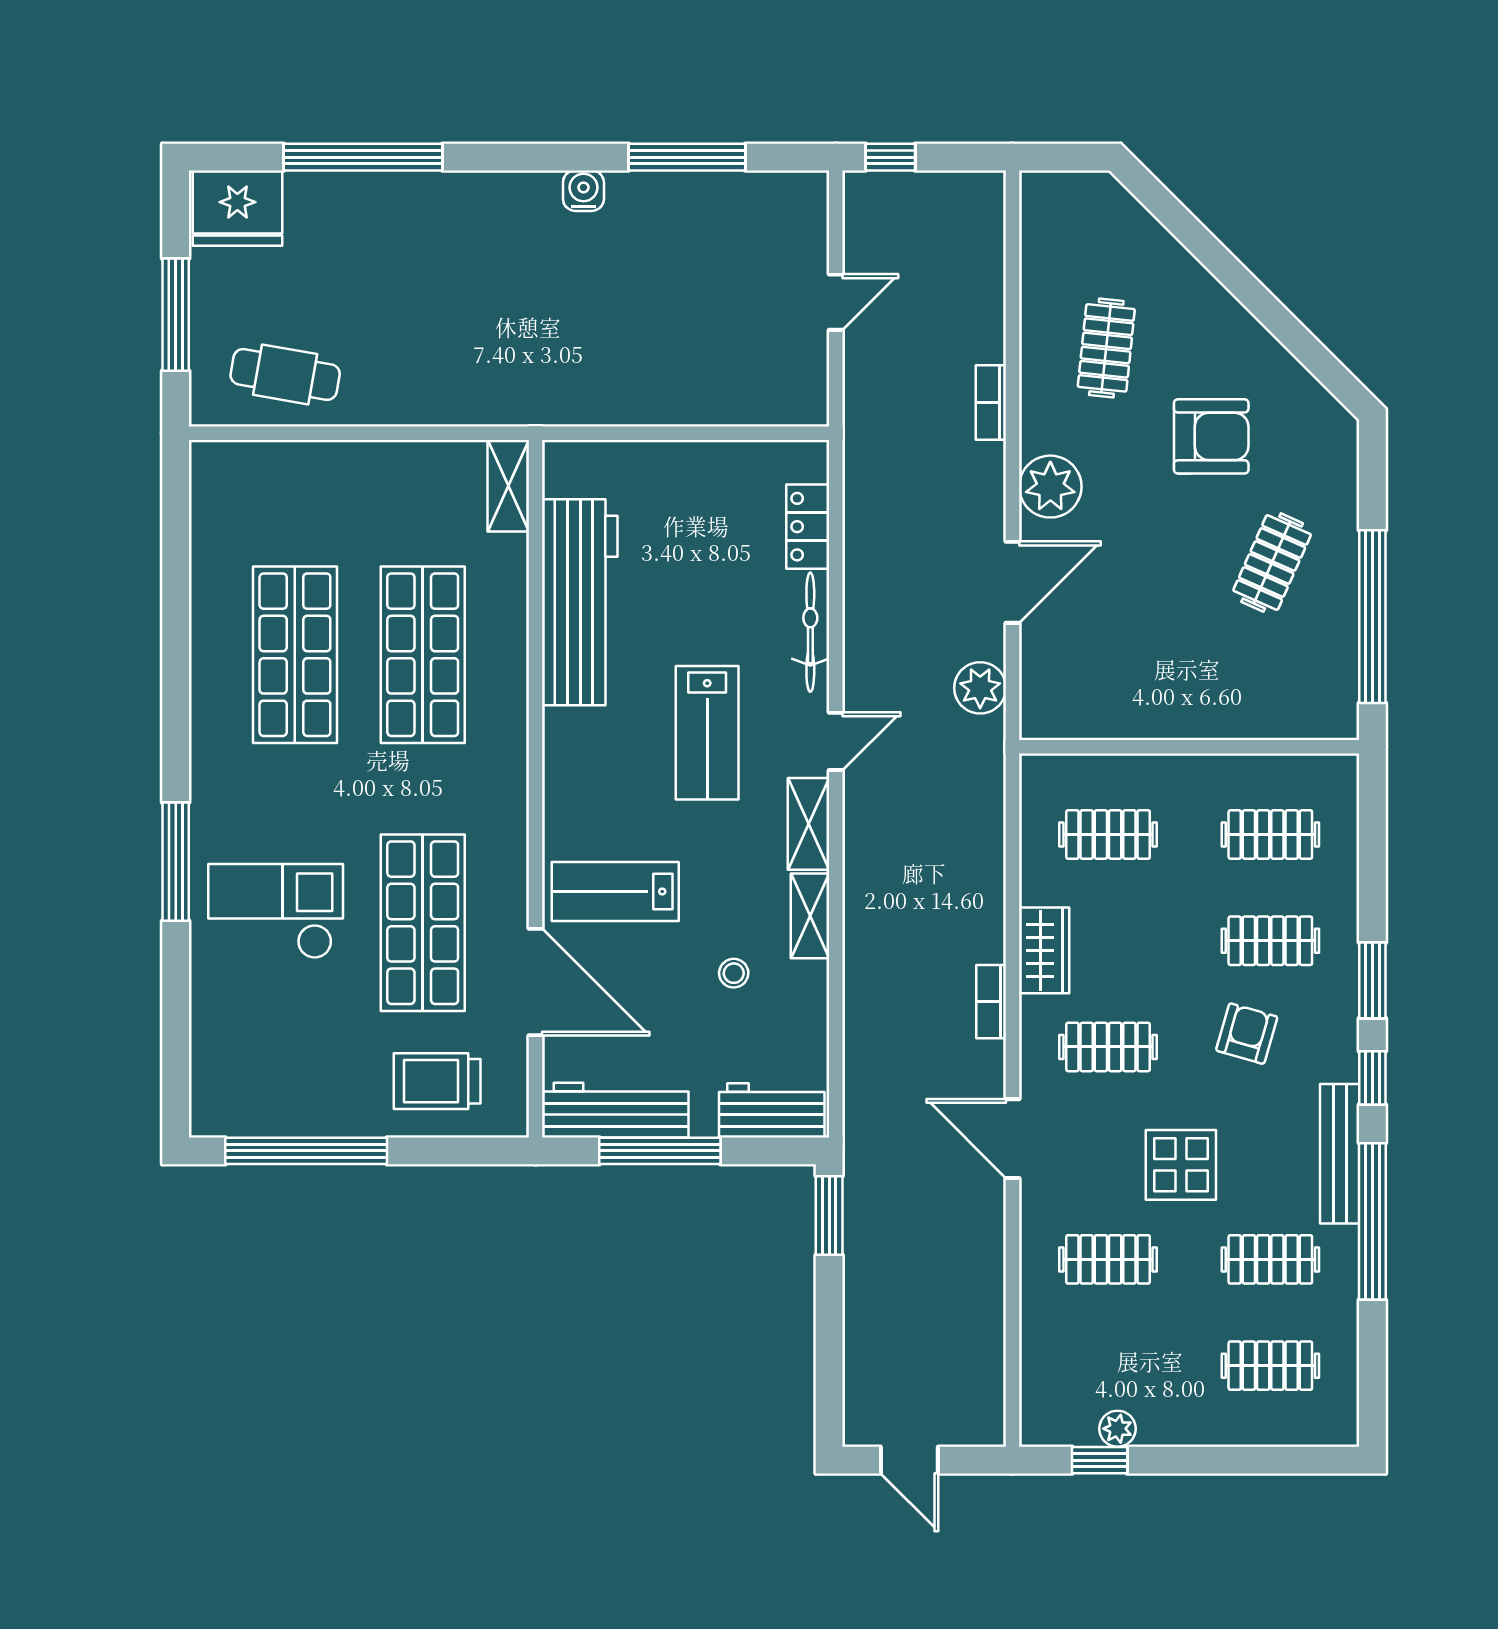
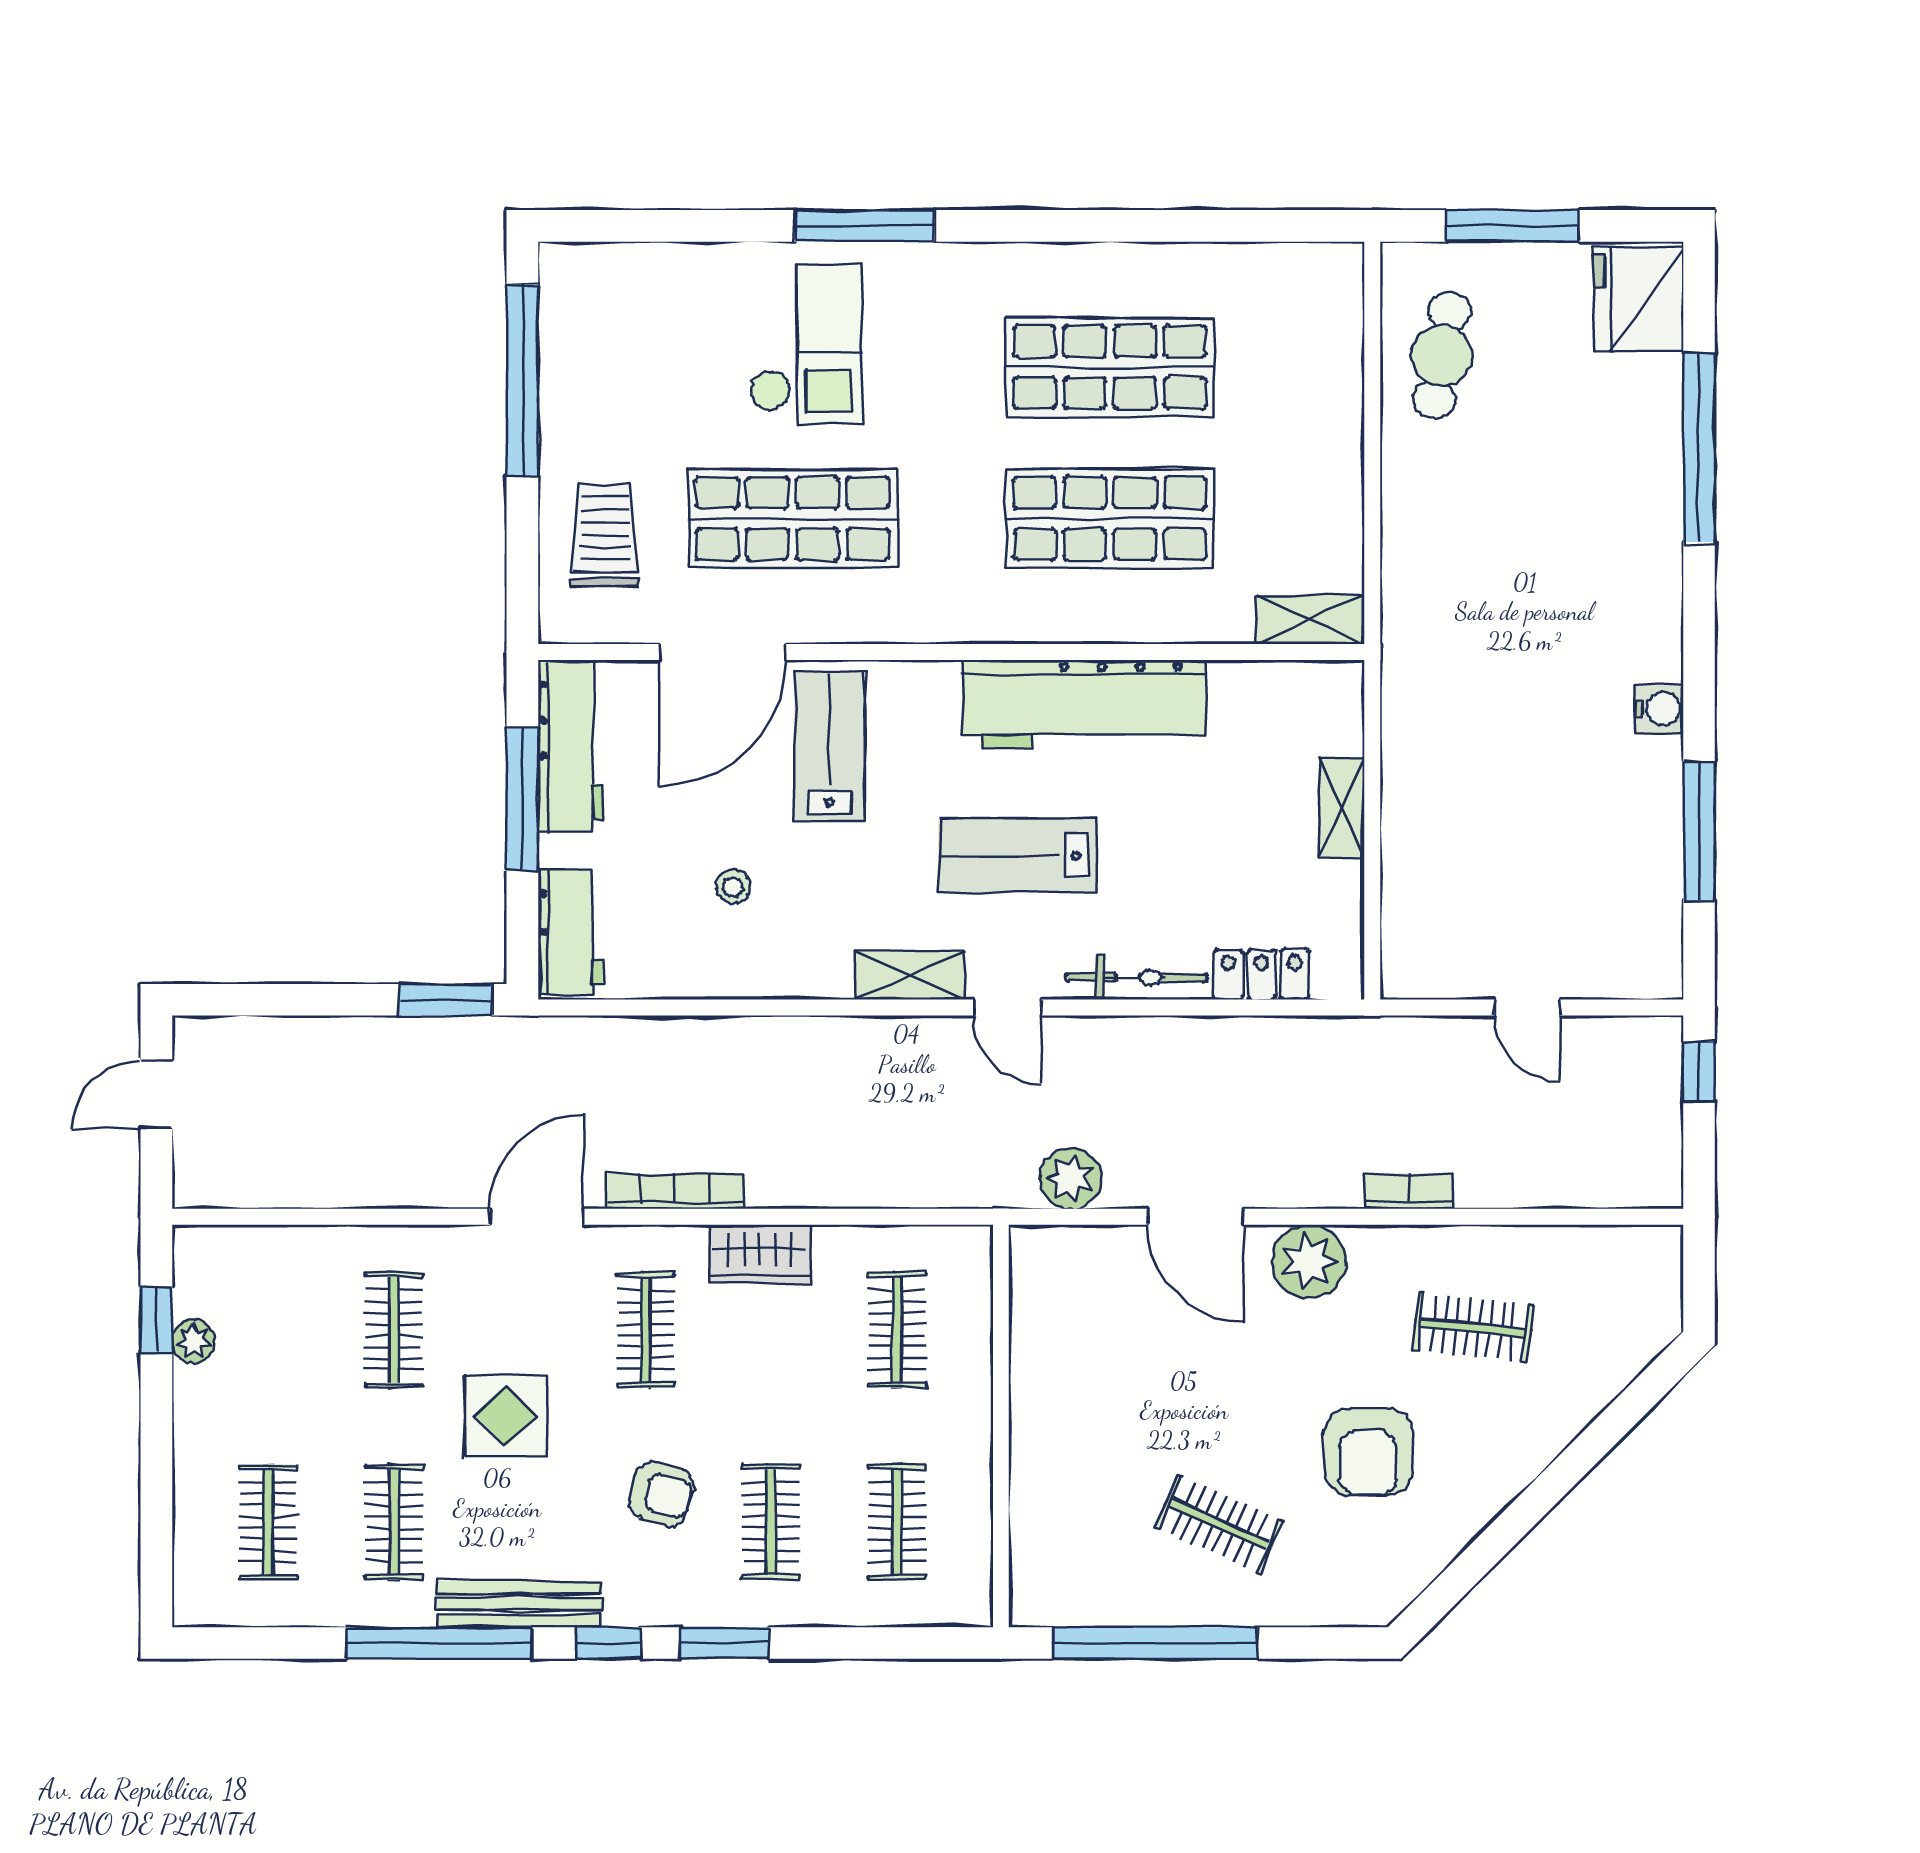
workbench: (580, 602) -> (1084, 704), moved
shelving: (810, 916) -> (1342, 807), moved, turned 90
bookcase: (991, 1002) -> (675, 1192), width x1.56

